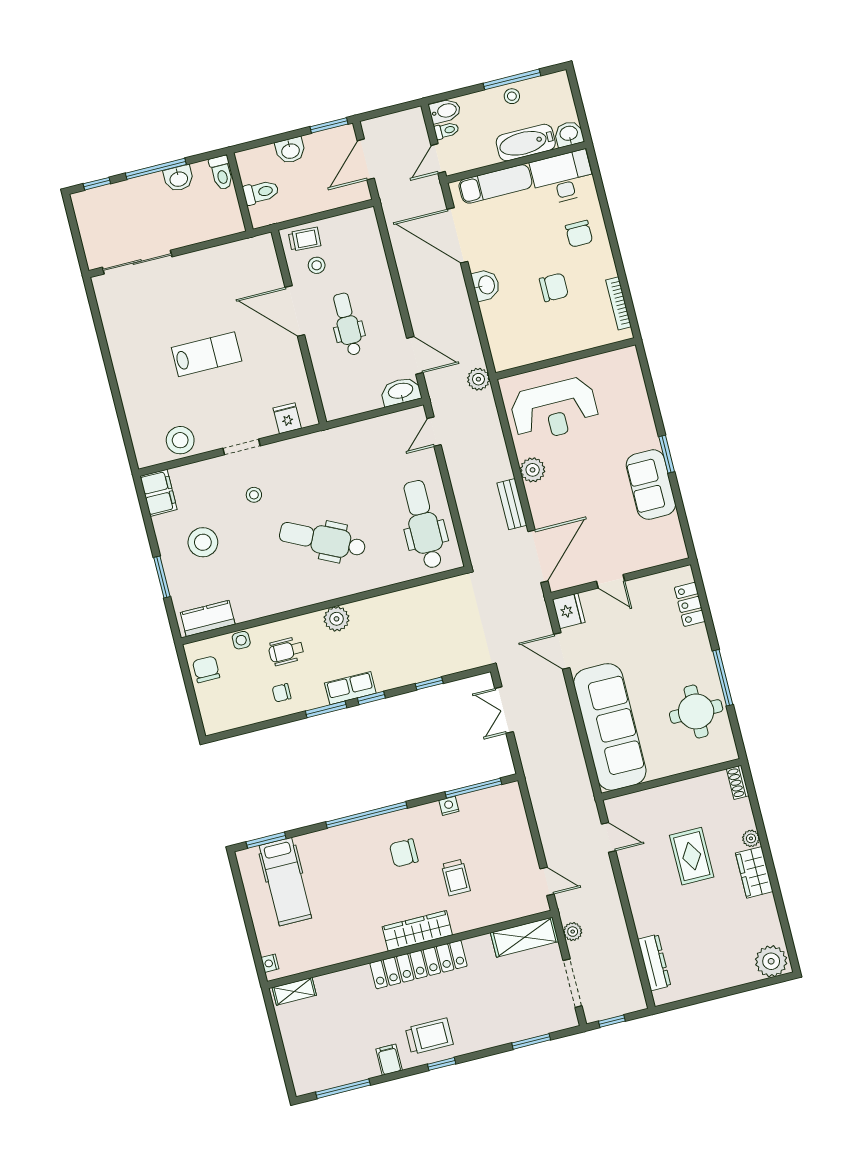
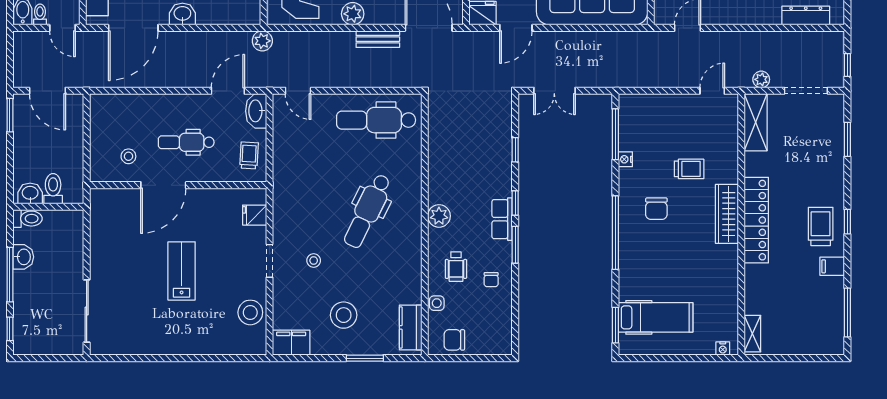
washbasin: (290, 150) -> (30, 193), moved, turned -90
trolley: (304, 239) -> (249, 155), moved

